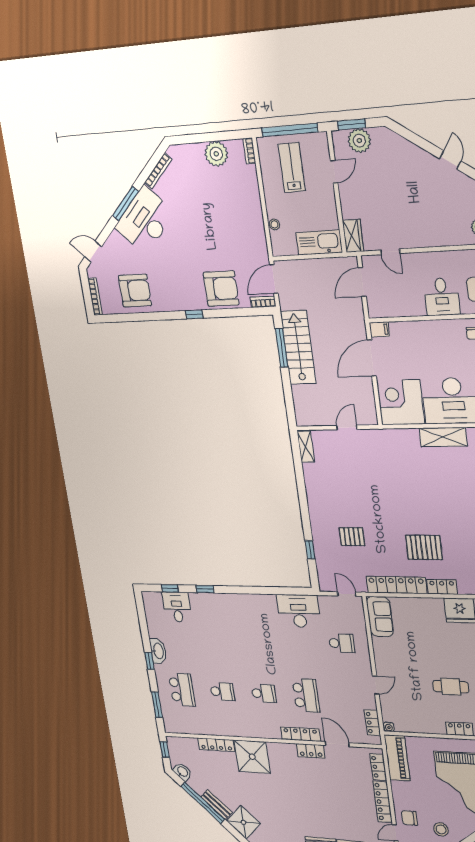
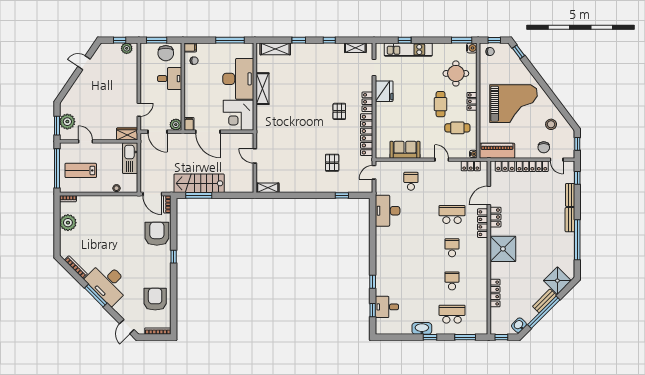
plant: (376, 309) -> (176, 125), added
pallet: (424, 547) -> (339, 111), width x0.67, depth x0.71
sofa: (380, 617) -> (405, 150), moved
cafe table: (421, 708) -> (457, 128), added
shower: (252, 757) -> (503, 249), moved

